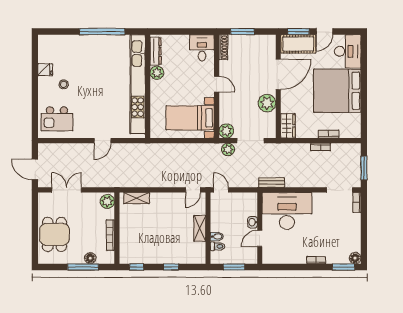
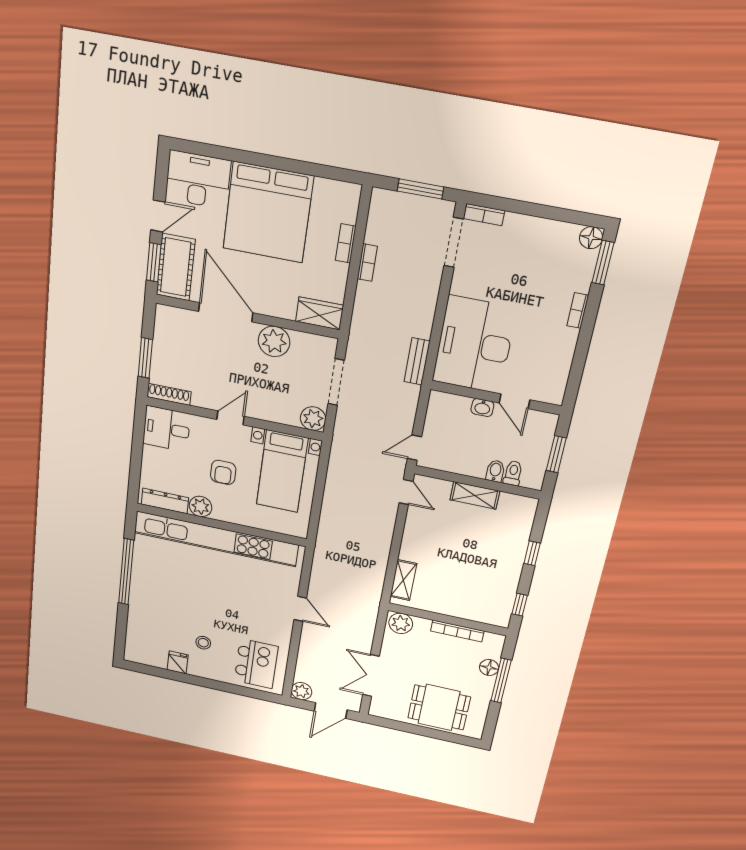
door: (324, 32) -> (158, 216), hinge flipped
armchair: (182, 84) -> (223, 472), added
plant: (228, 149) -> (301, 691), moved

